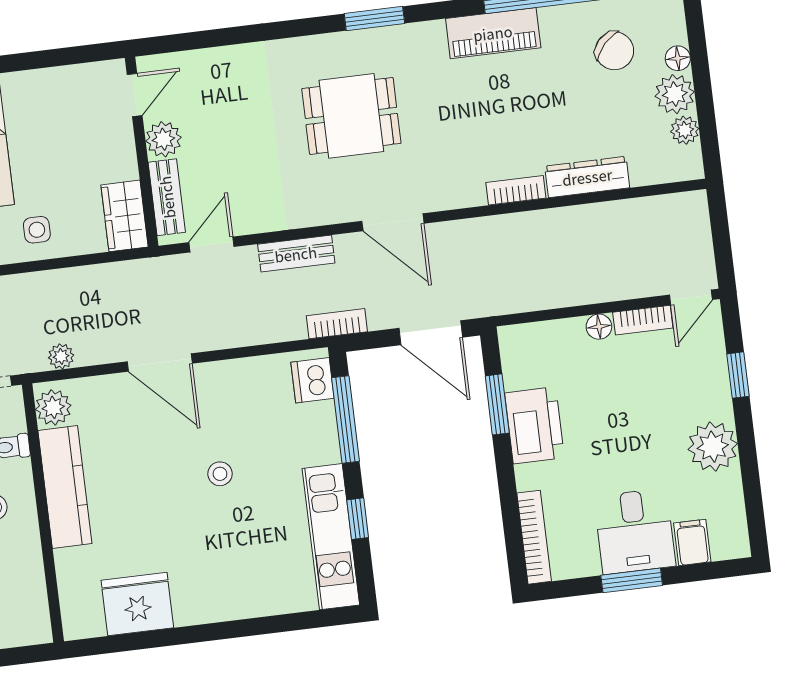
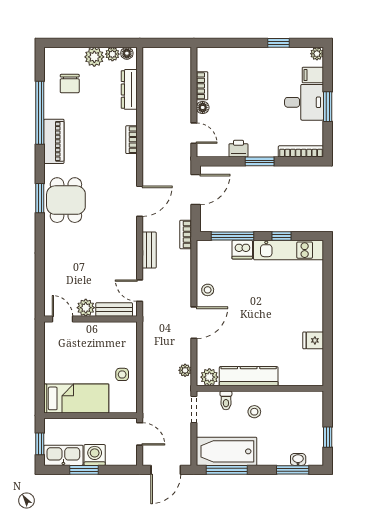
chair: (614, 51) -> (70, 84), turned 137
floor lamp: (678, 58) -> (127, 53), moved
dining table: (351, 116) -> (66, 200), moved
dresser: (587, 177) -> (129, 89), moved
wardrobe: (124, 216) -> (121, 331), removed
door: (691, 297) -> (194, 133), moved
window: (738, 375) -> (278, 43), moved
dishwasher: (312, 380) -> (242, 250), moved
window: (497, 404) -> (260, 161), moved
printer: (535, 425) -> (238, 149), width x0.53, depth x0.68
plant: (713, 447) -> (317, 54), moved, width x0.53, depth x0.53
stool: (220, 474) -> (208, 290), moved
fridge: (137, 604) -> (313, 340), width x0.53, depth x0.75

